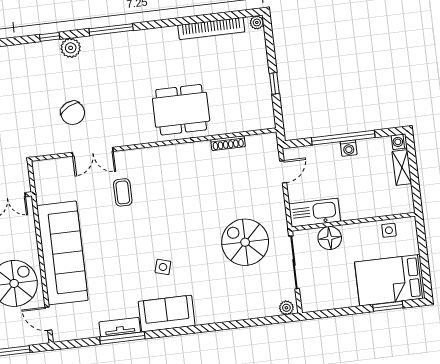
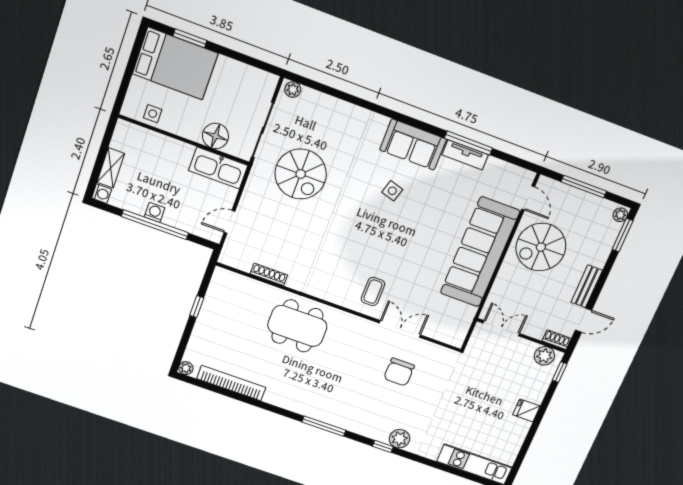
plant: (71, 48) -> (400, 439), moved
chair: (73, 113) -> (399, 372), turned -153
coffee table: (123, 192) -> (373, 292), moved

